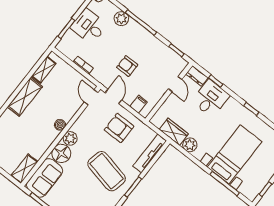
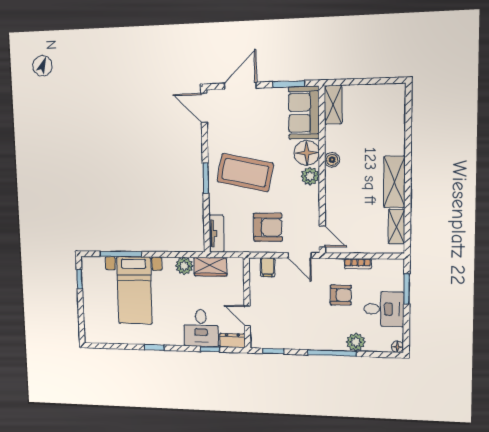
armchair: (127, 66) -> (341, 295), moved
boiler: (60, 125) -> (332, 160), moved
tv unit: (150, 153) -> (216, 234), width x0.71

